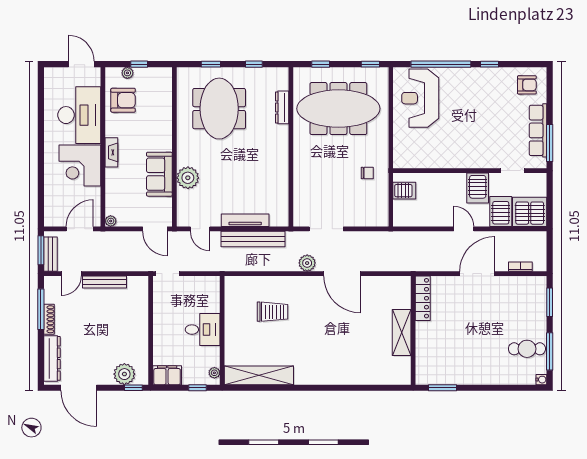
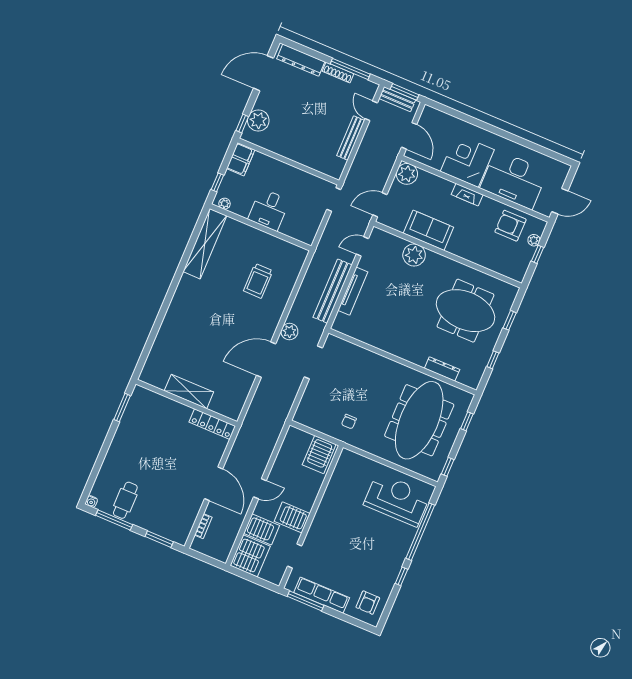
armchair: (123, 100) -> (510, 226), turned 90
server rack: (404, 191) -> (319, 455), width x1.36, depth x1.44
plant: (111, 221) -> (407, 174), width x1.88, depth x1.88

